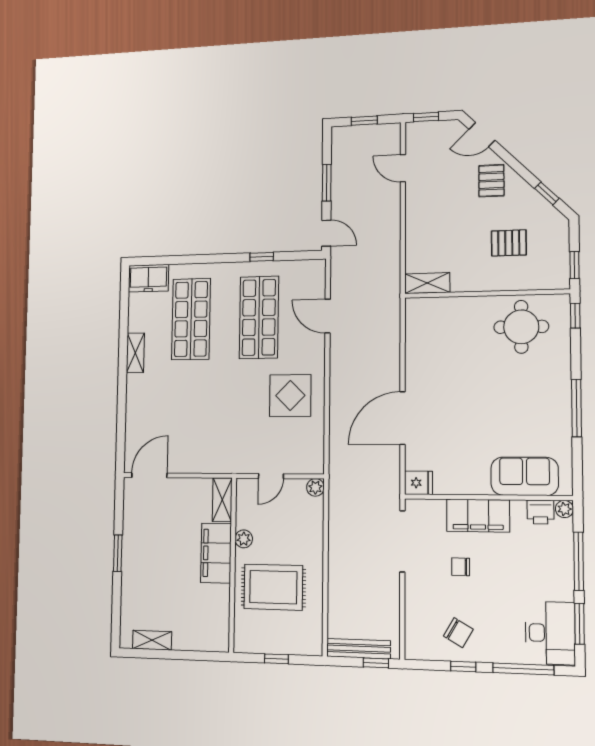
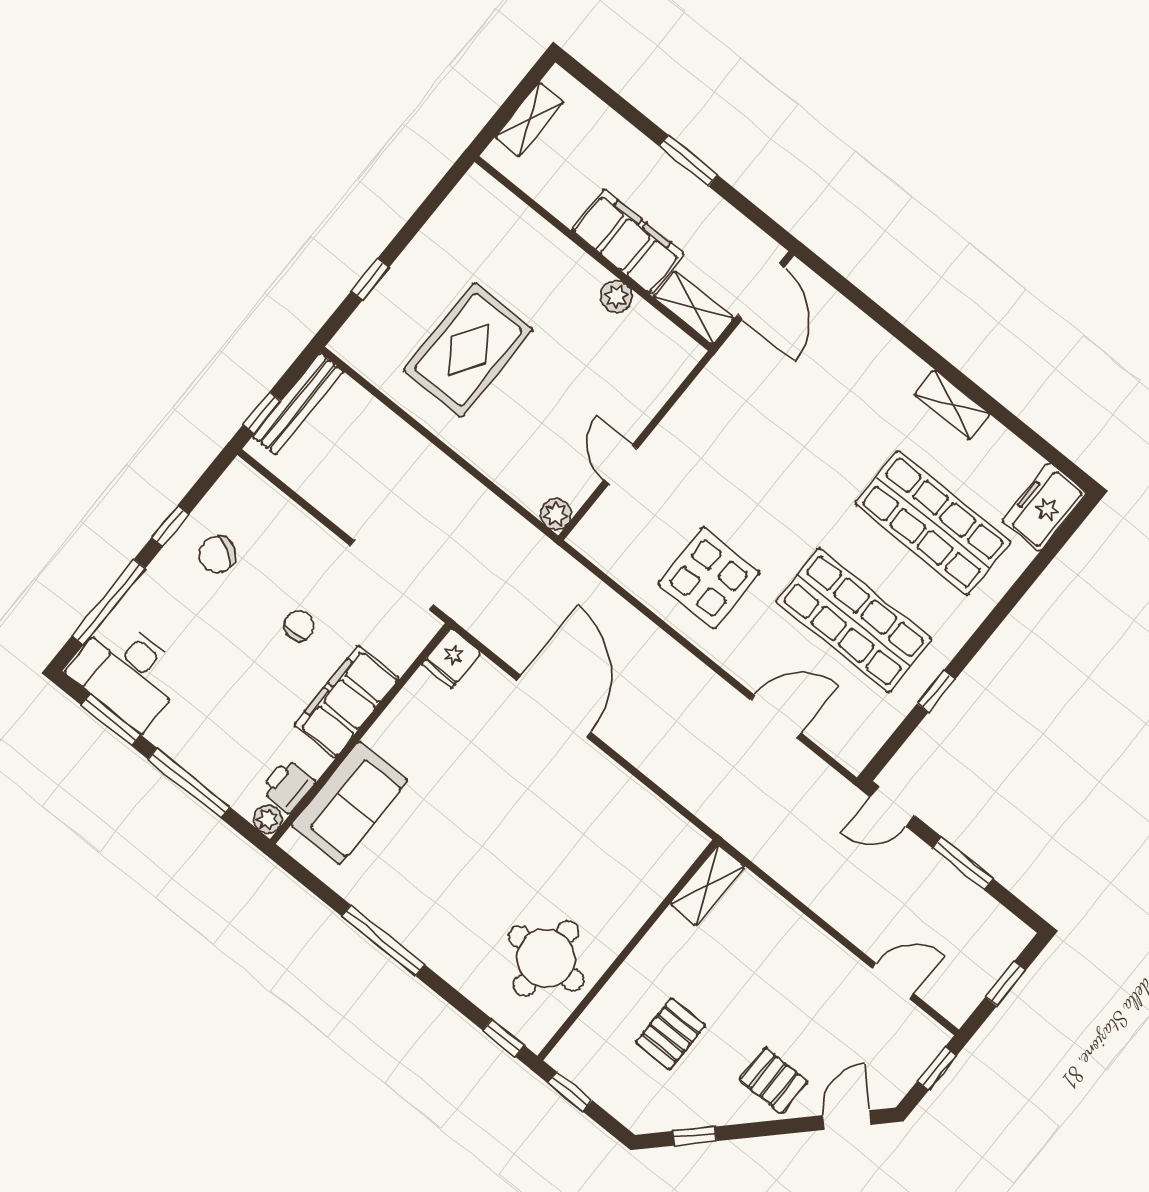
shelving: (222, 500) -> (694, 308), moved
plant: (244, 539) -> (616, 296), moved
filing cabinet: (216, 553) -> (628, 242), moved
wall: (233, 565) -> (594, 253), moved

